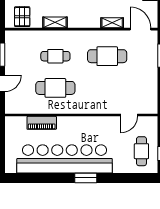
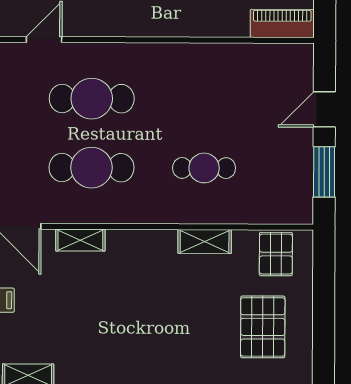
cafe table: (55, 88) -> (92, 99), moved
piano: (42, 123) -> (282, 23), moved

